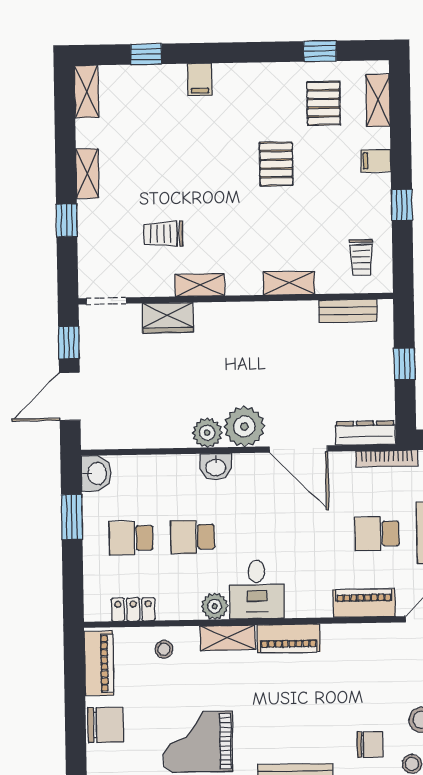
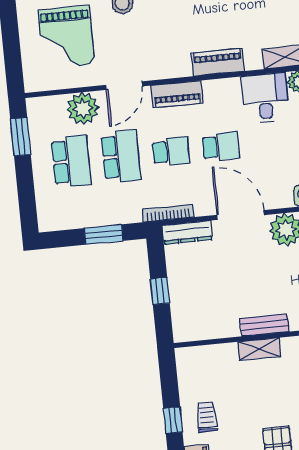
trolley: (361, 257) -> (207, 417), moved
bench: (348, 311) -> (264, 325), moved
school desk: (316, 535) -> (221, 146), added
piano: (289, 638) -> (218, 62), moved

